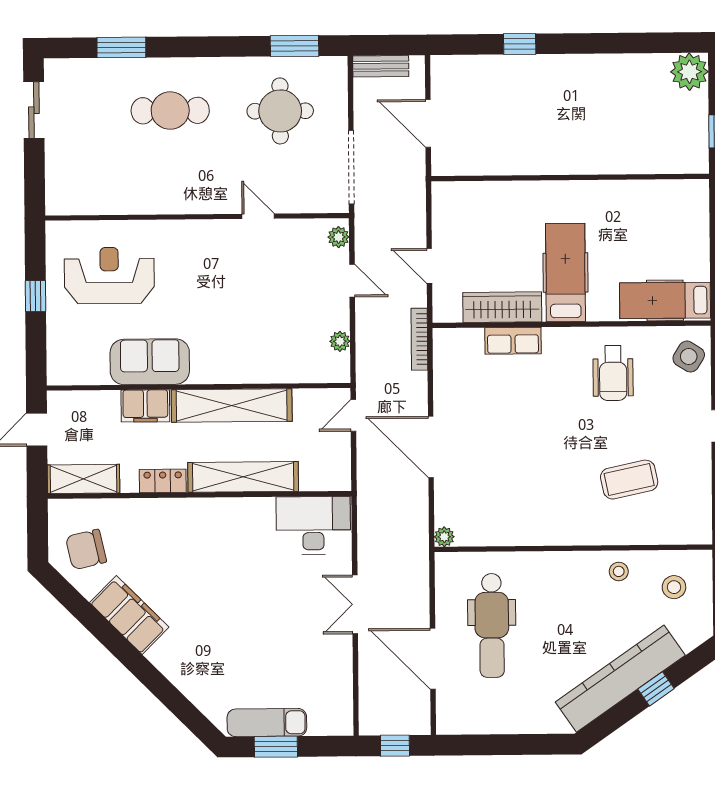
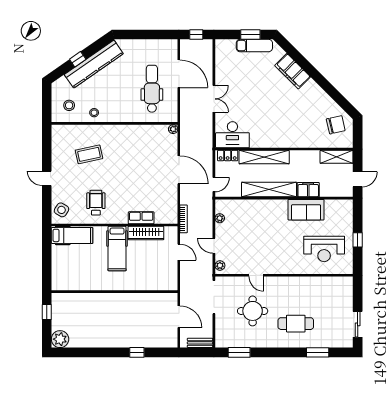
round table: (280, 111) -> (253, 311), moved
locker: (163, 481) -> (228, 156), moved
filing cabinet: (129, 615) -> (293, 71), moved

